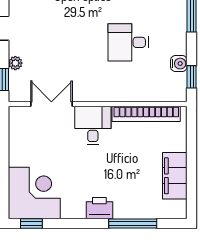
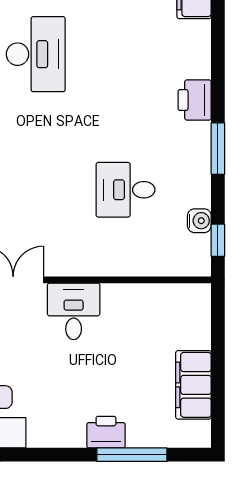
bookcase: (146, 114) -> (152, 294), removed
printer: (99, 208) -> (106, 432), moved

